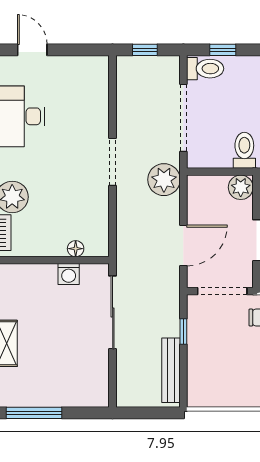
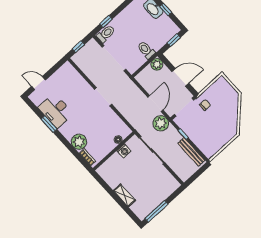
plant: (164, 180) -> (161, 123), moved

